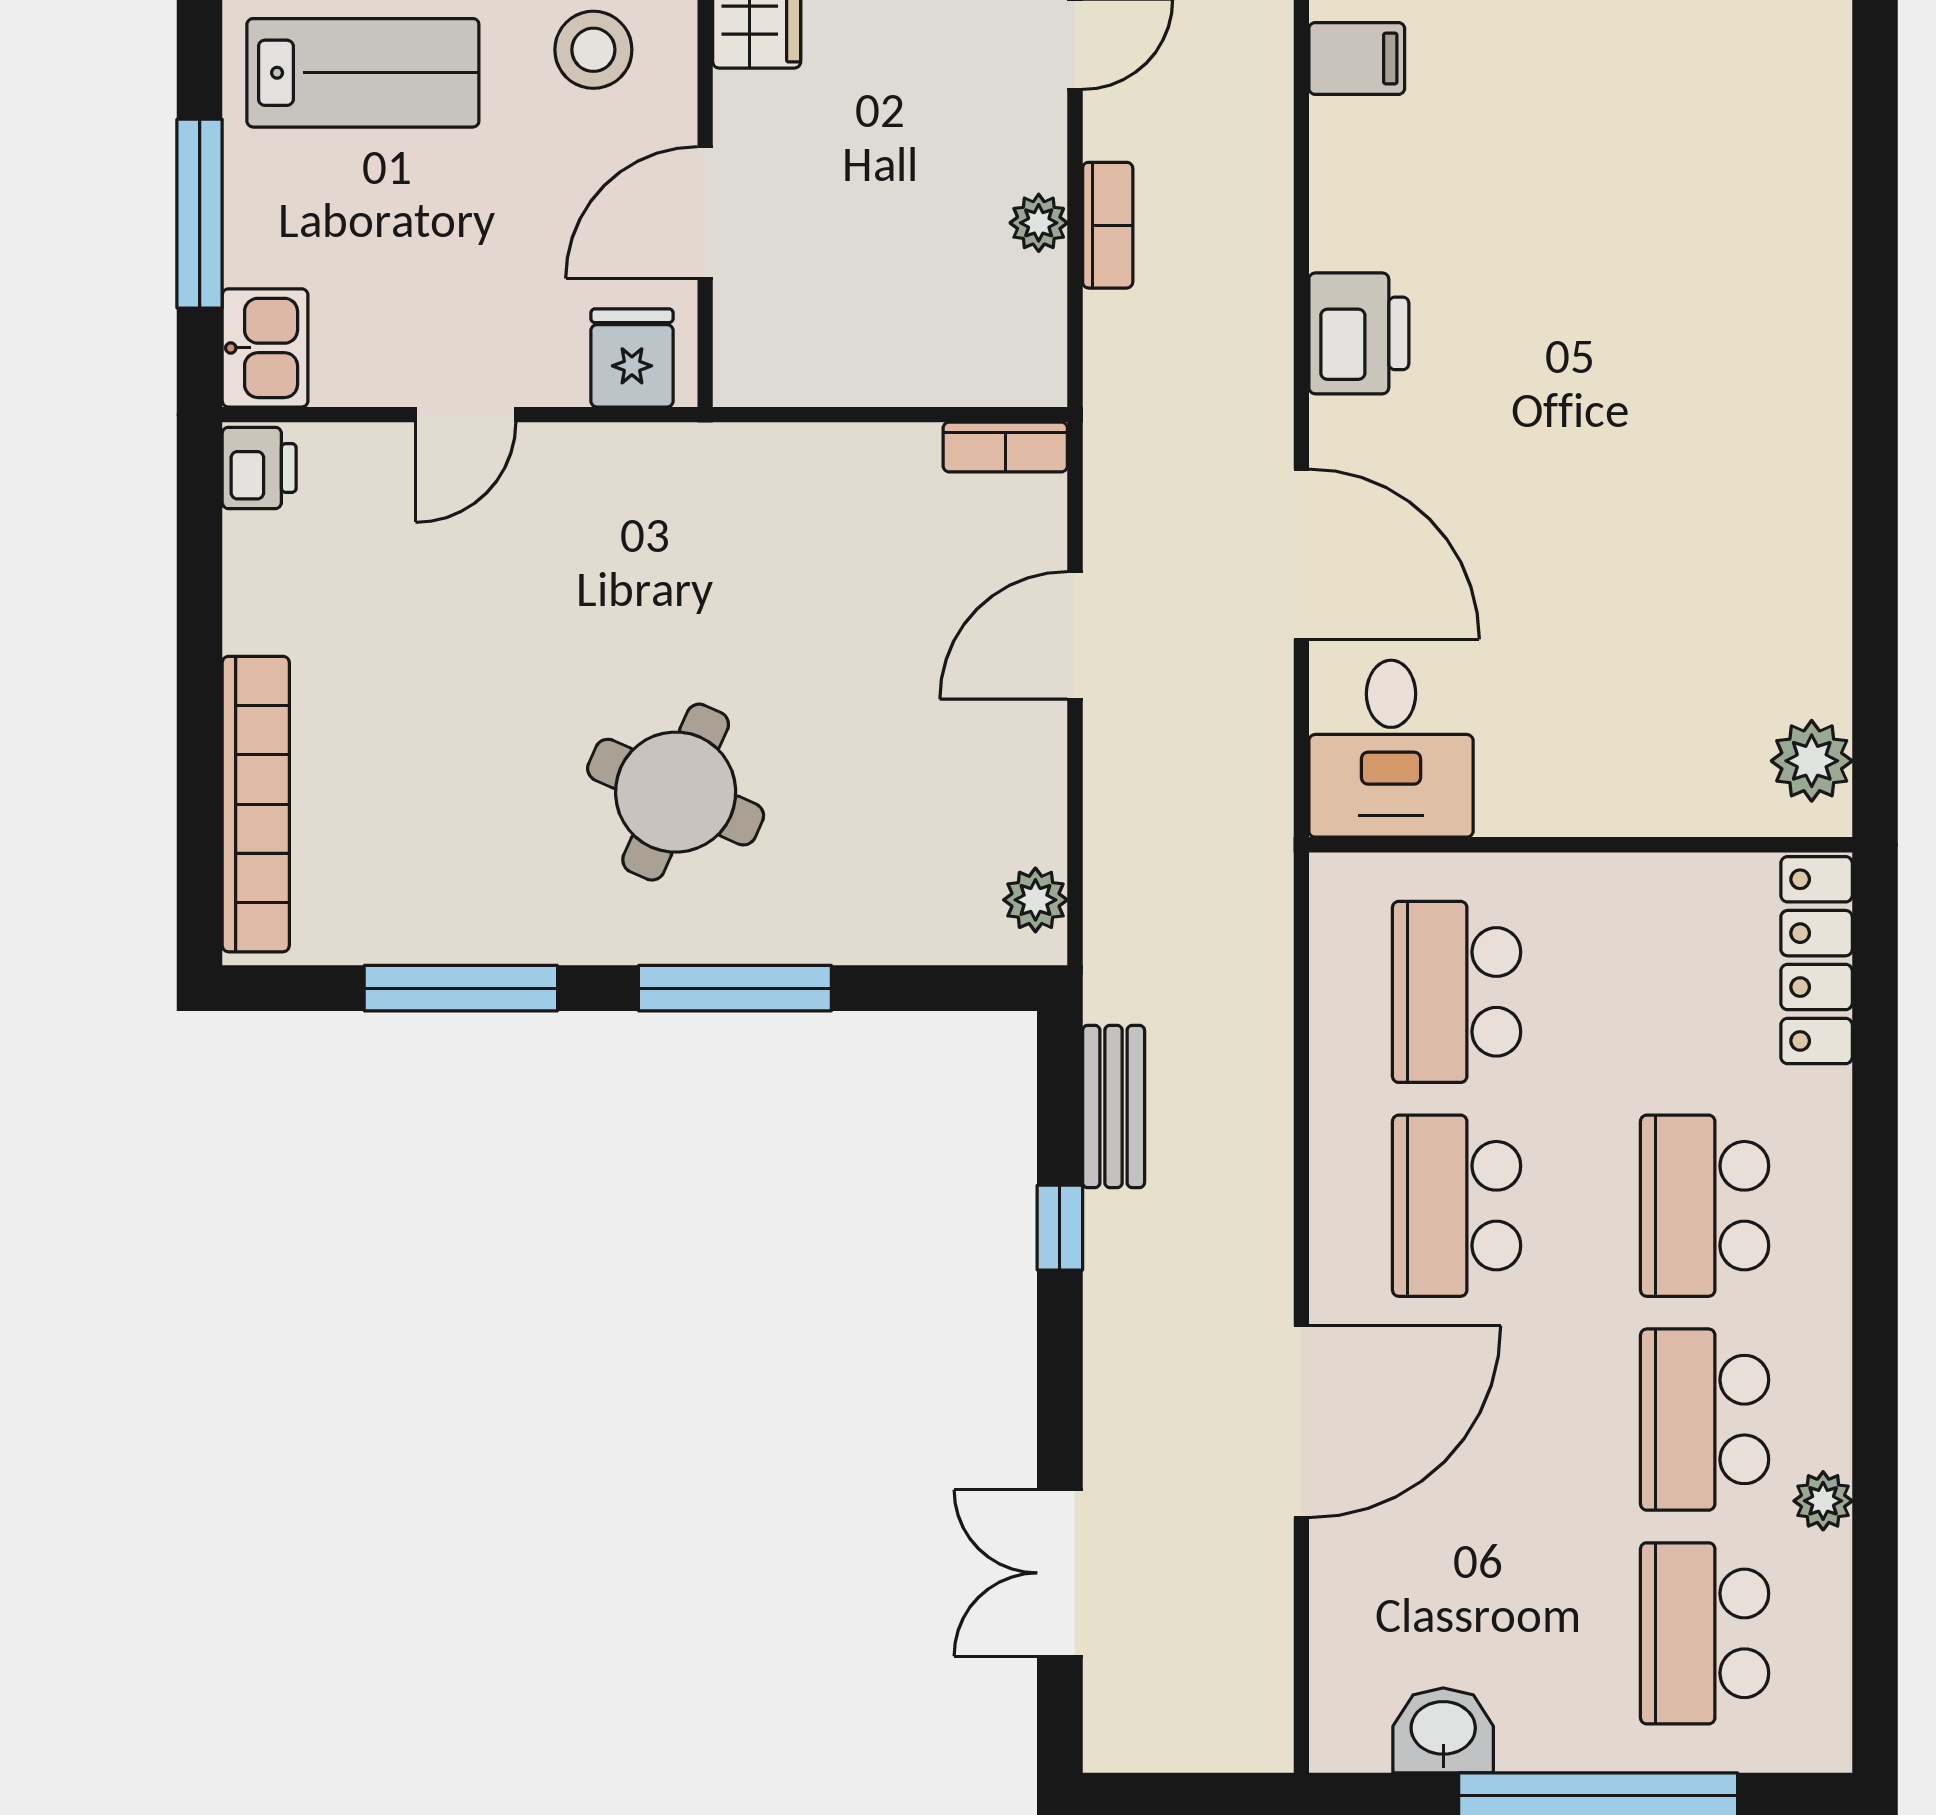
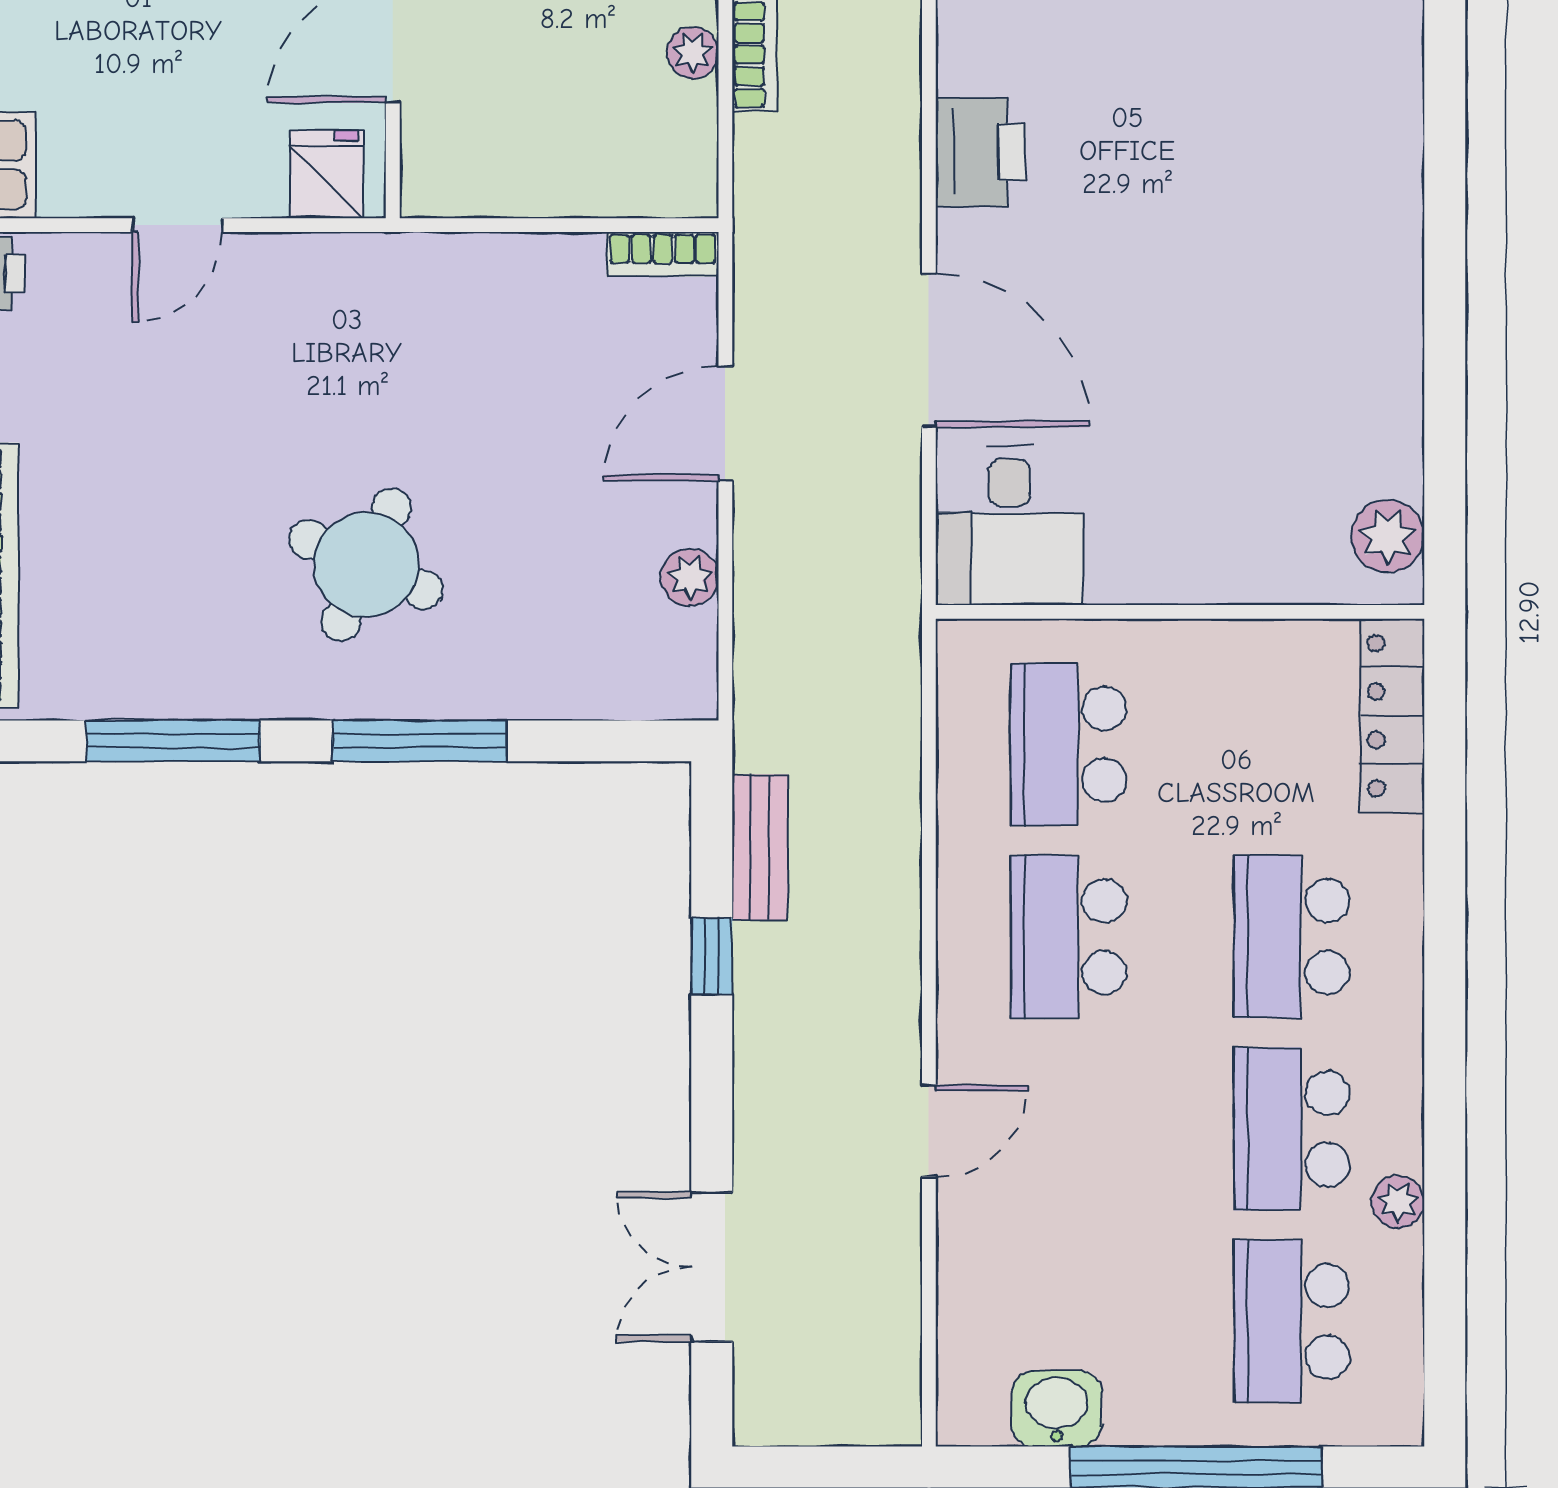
plant: (1035, 900) -> (690, 577), moved
door: (1301, 1422) -> (929, 1131), width x0.53

